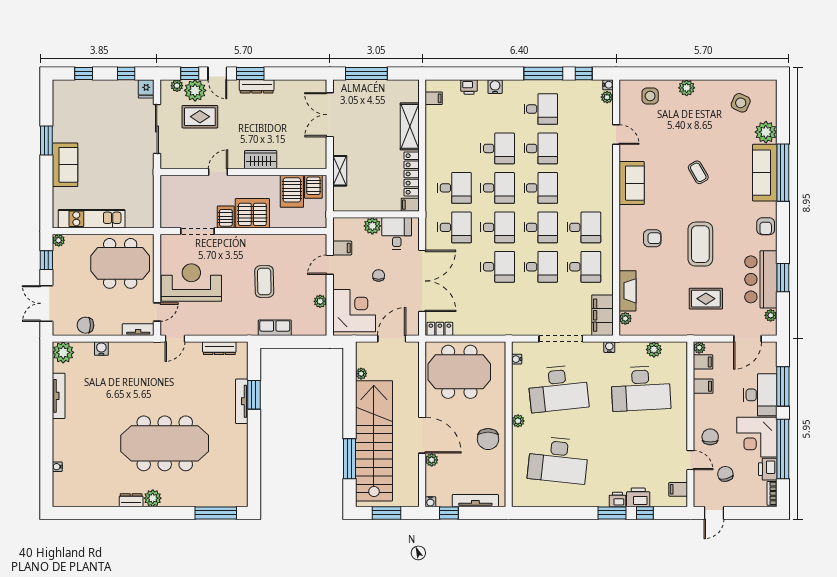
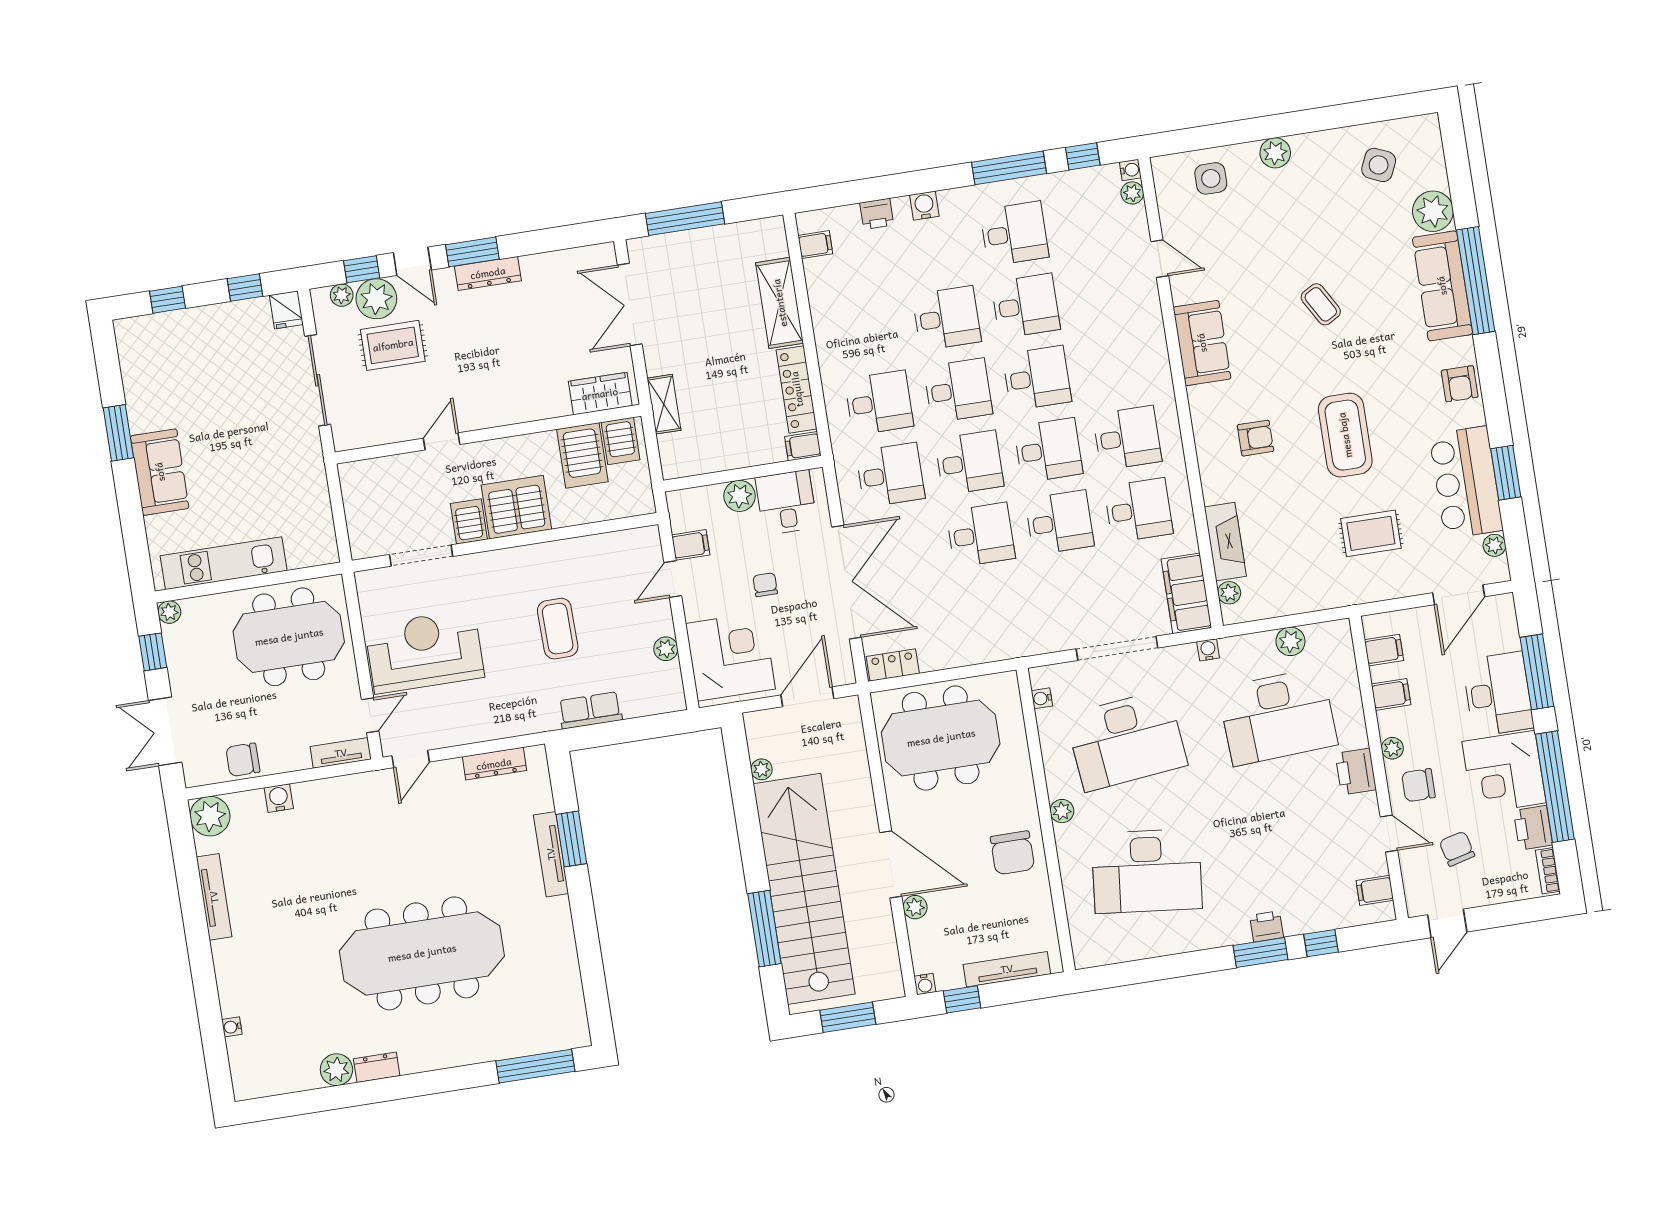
wardrobe: (261, 160) -> (600, 394), moved
plant: (699, 348) -> (1392, 748), moved
chair: (710, 437) -> (1418, 785), turned -90
printer: (638, 497) -> (1356, 772), moved, turned -90
plant: (153, 498) -> (336, 1070), moved

